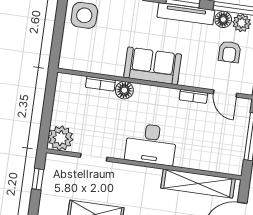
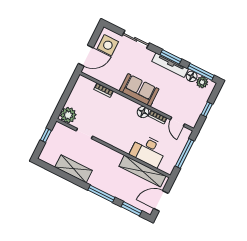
door: (57, 42) -> (86, 56), added
armchair: (230, 52) -> (189, 97), removed
floor lamp: (124, 90) -> (143, 112), moved
desk: (151, 144) -> (148, 151), moved

